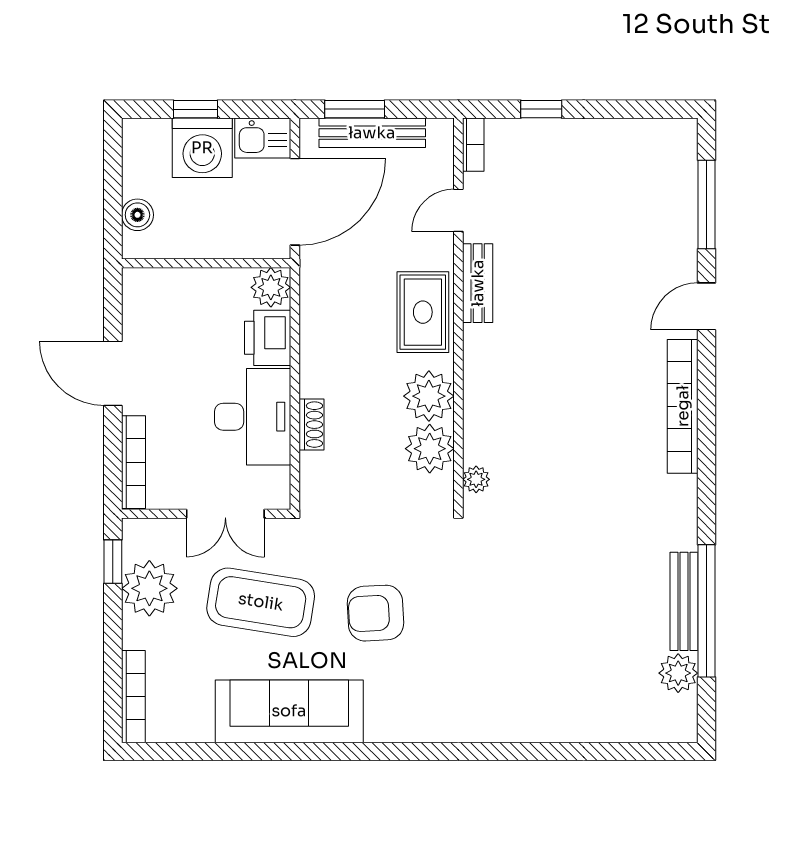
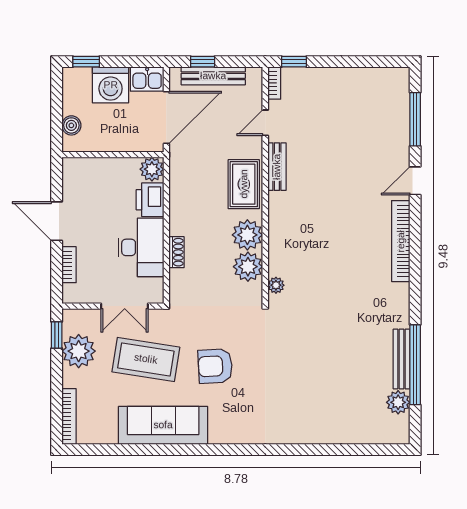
window: (196, 109) -> (86, 62), moved
window: (355, 109) -> (203, 62), width x0.67
window: (541, 109) -> (294, 62), moved
bookcase: (133, 462) -> (69, 265), width x0.64

